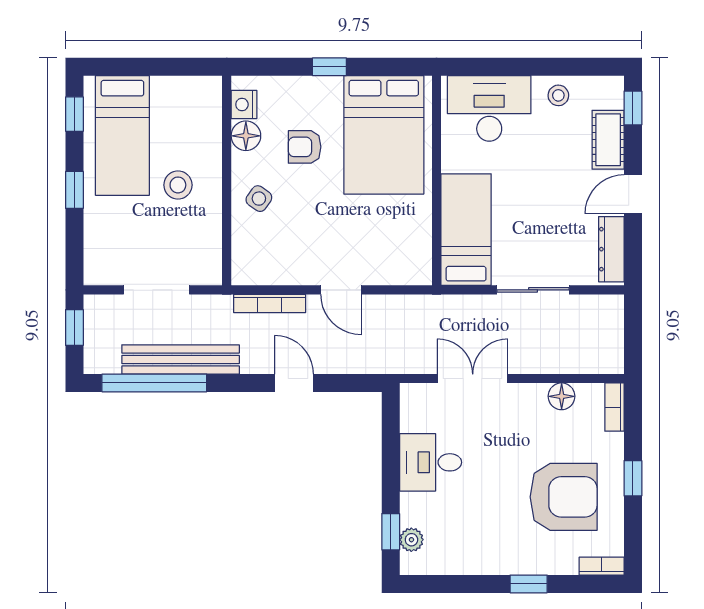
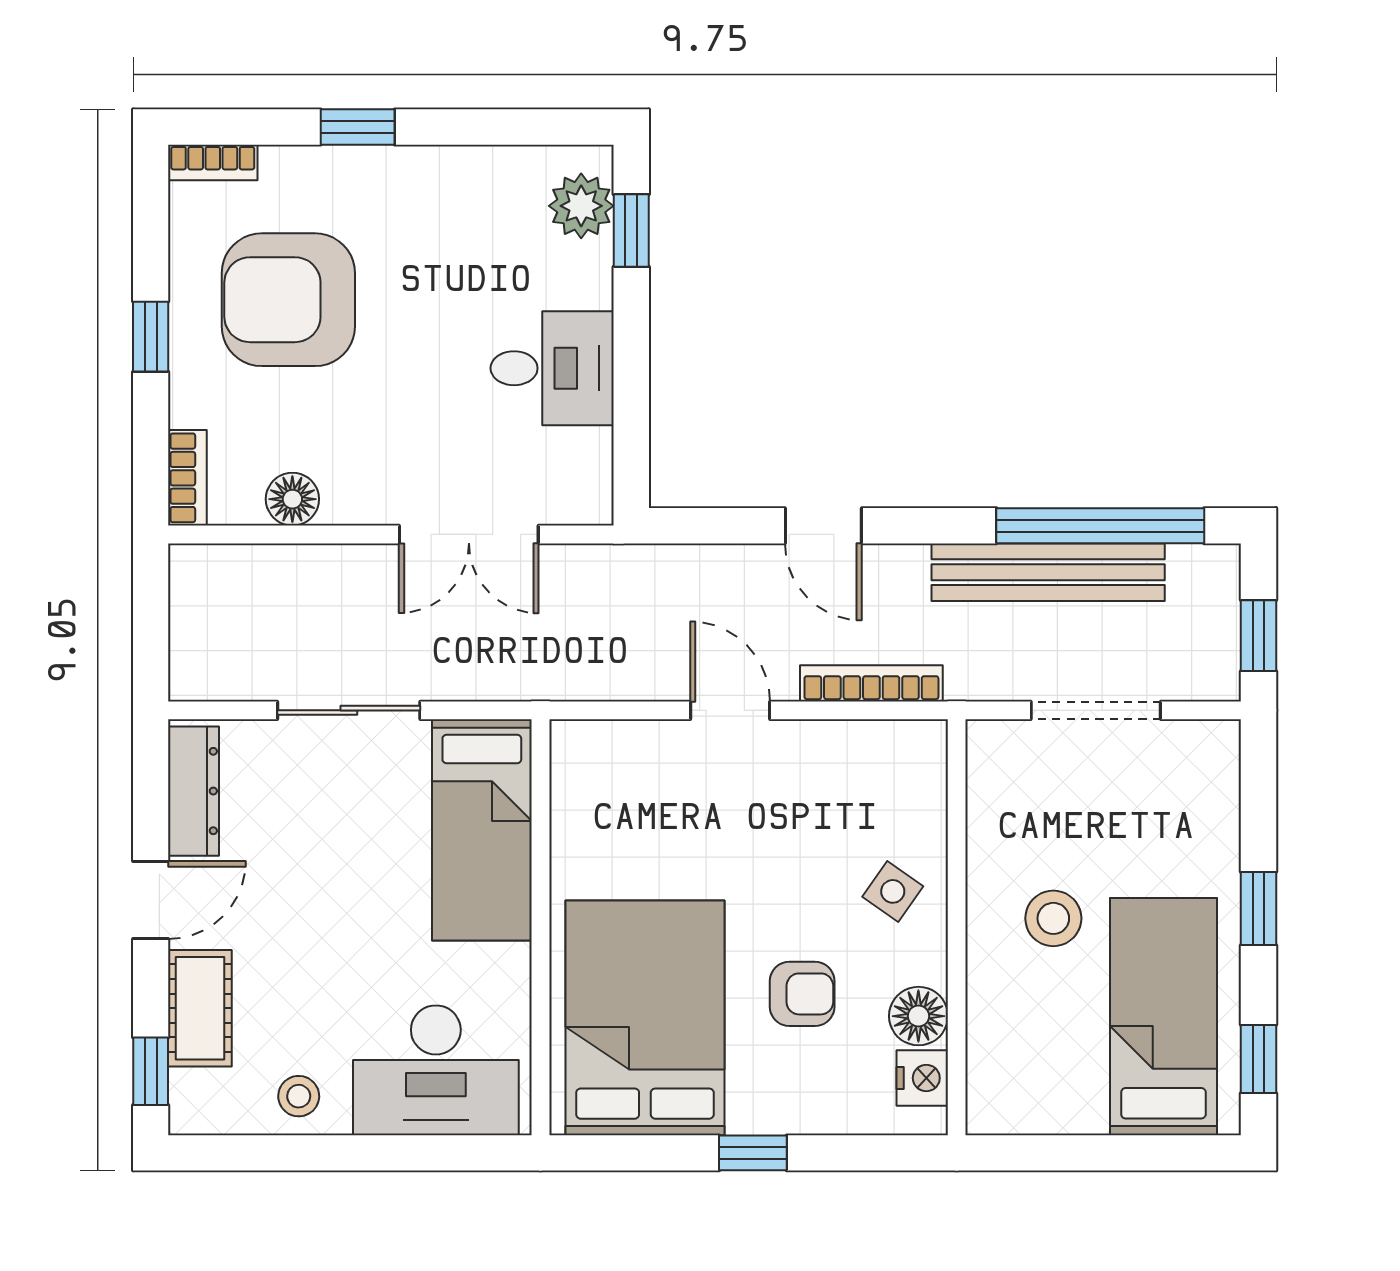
plant: (411, 540) -> (581, 206), width x1.38, depth x1.38

